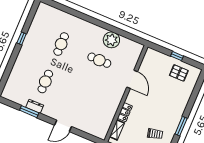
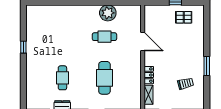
cafe table: (61, 44) -> (104, 78), moved, width x1.37, depth x1.35

